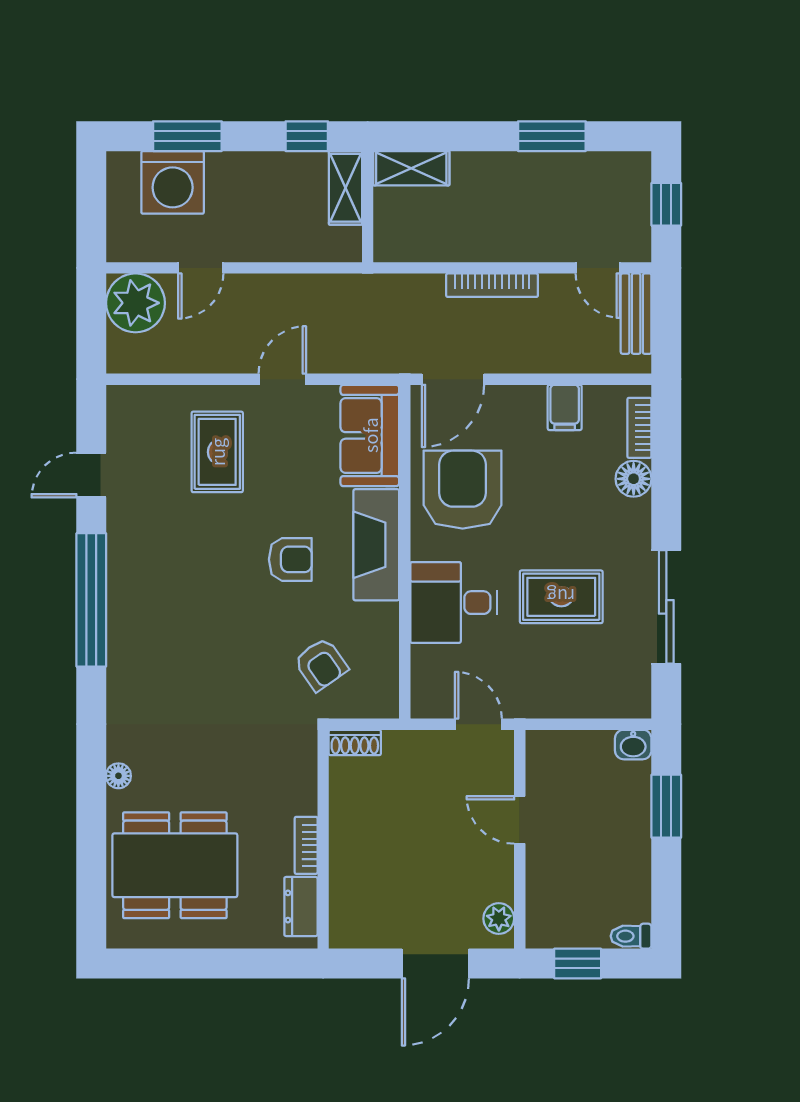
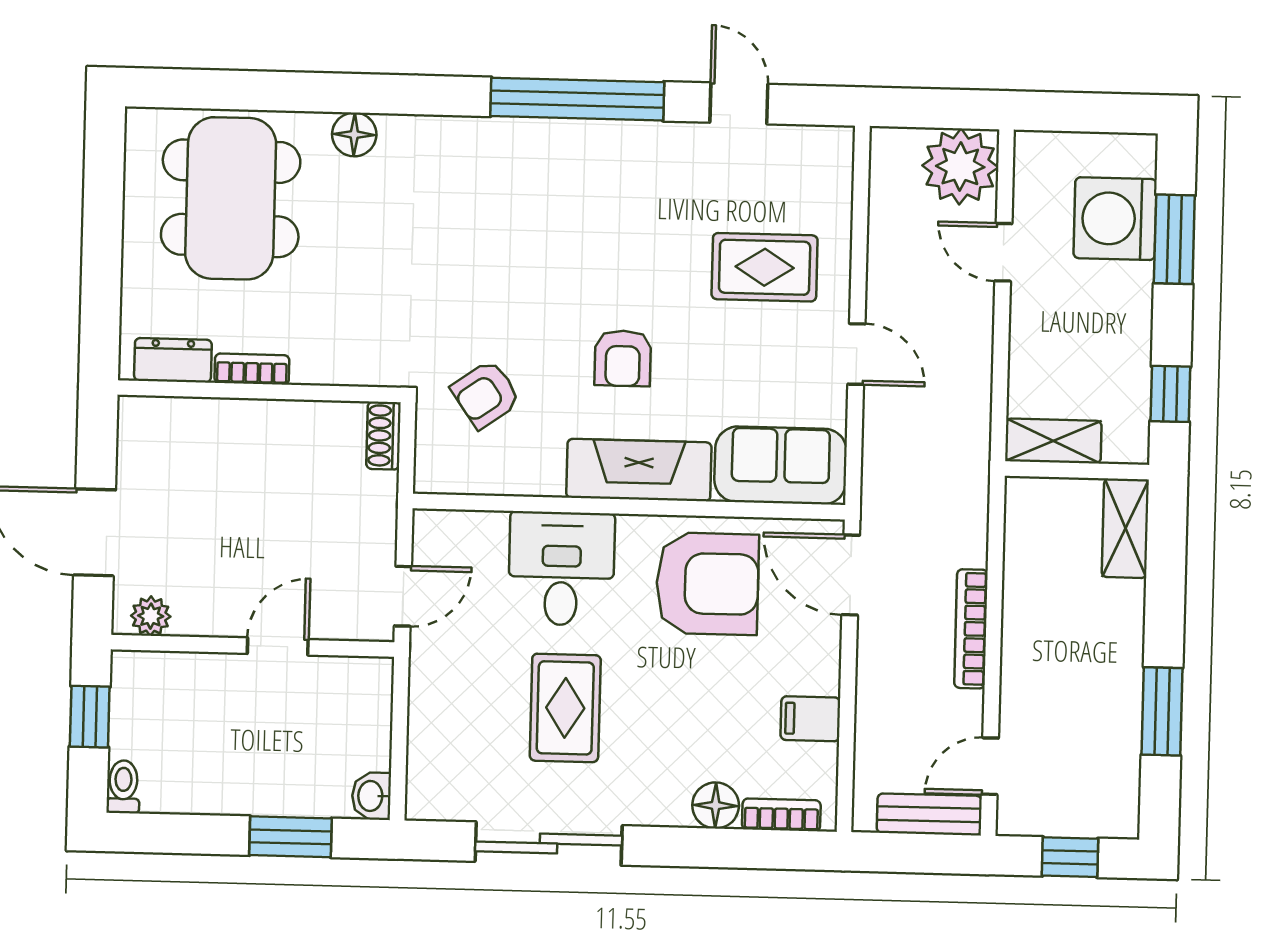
shelving: (345, 188) -> (1053, 441), moved
floor lamp: (118, 776) -> (354, 134), width x1.37, depth x1.37

